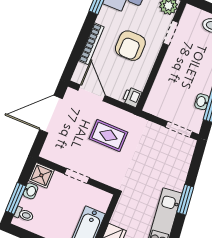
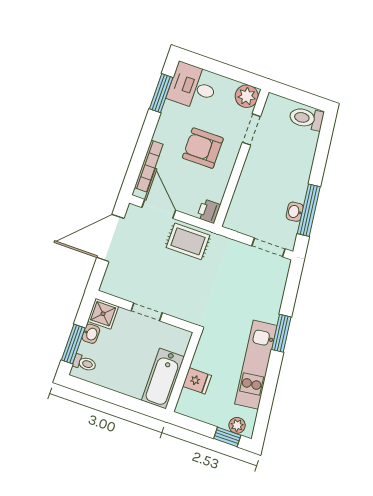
bookcase: (91, 44) -> (149, 166), moved
armchair: (130, 46) -> (203, 148), turned 90
rug: (108, 135) -> (188, 241), moved

